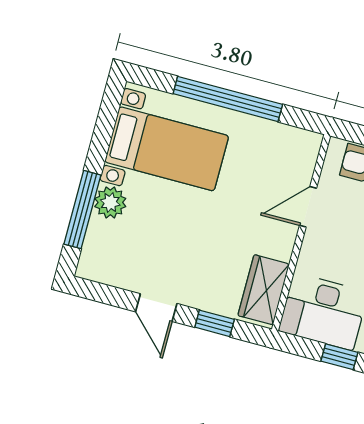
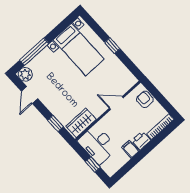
window: (228, 99) -> (112, 46), width x0.32
plant: (110, 202) -> (25, 74), moved
door: (156, 308) -> (29, 95), moved

